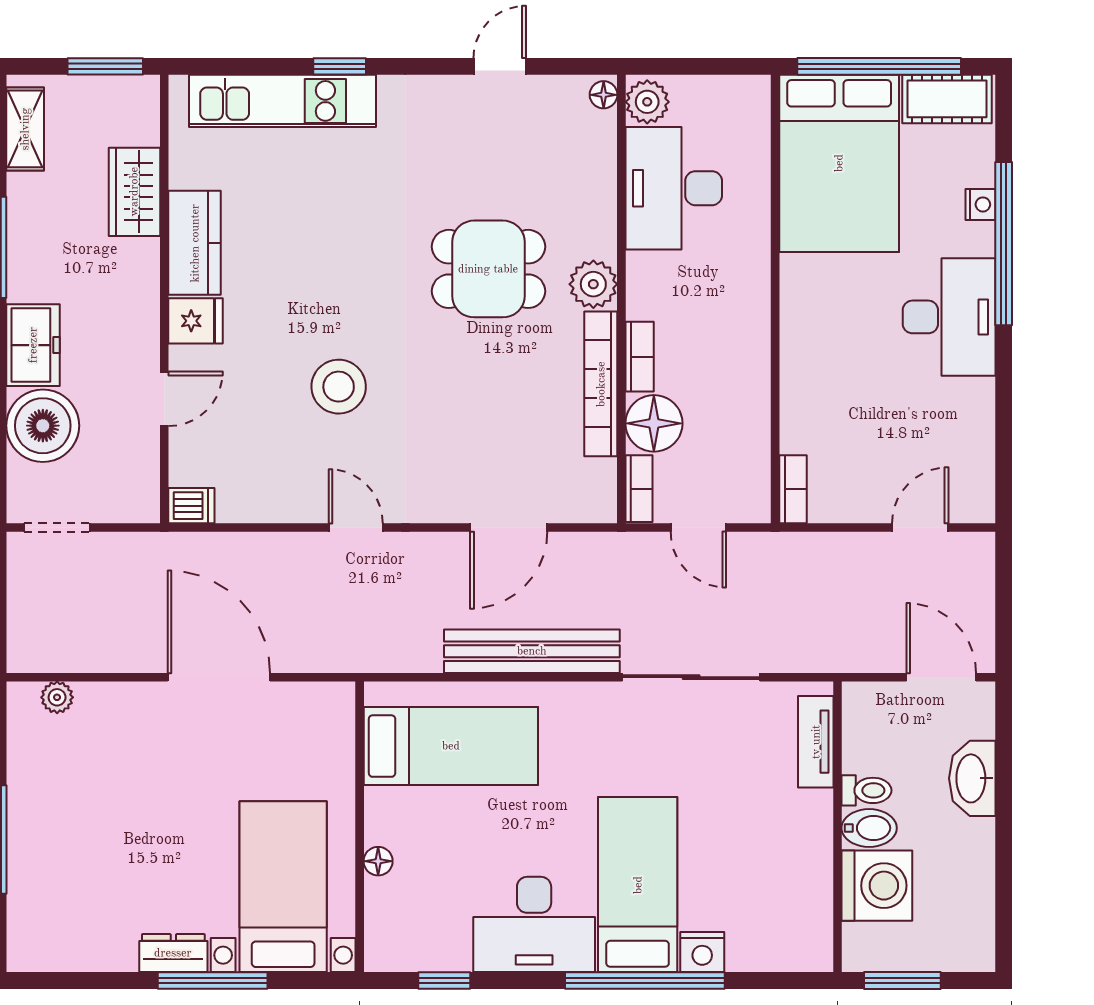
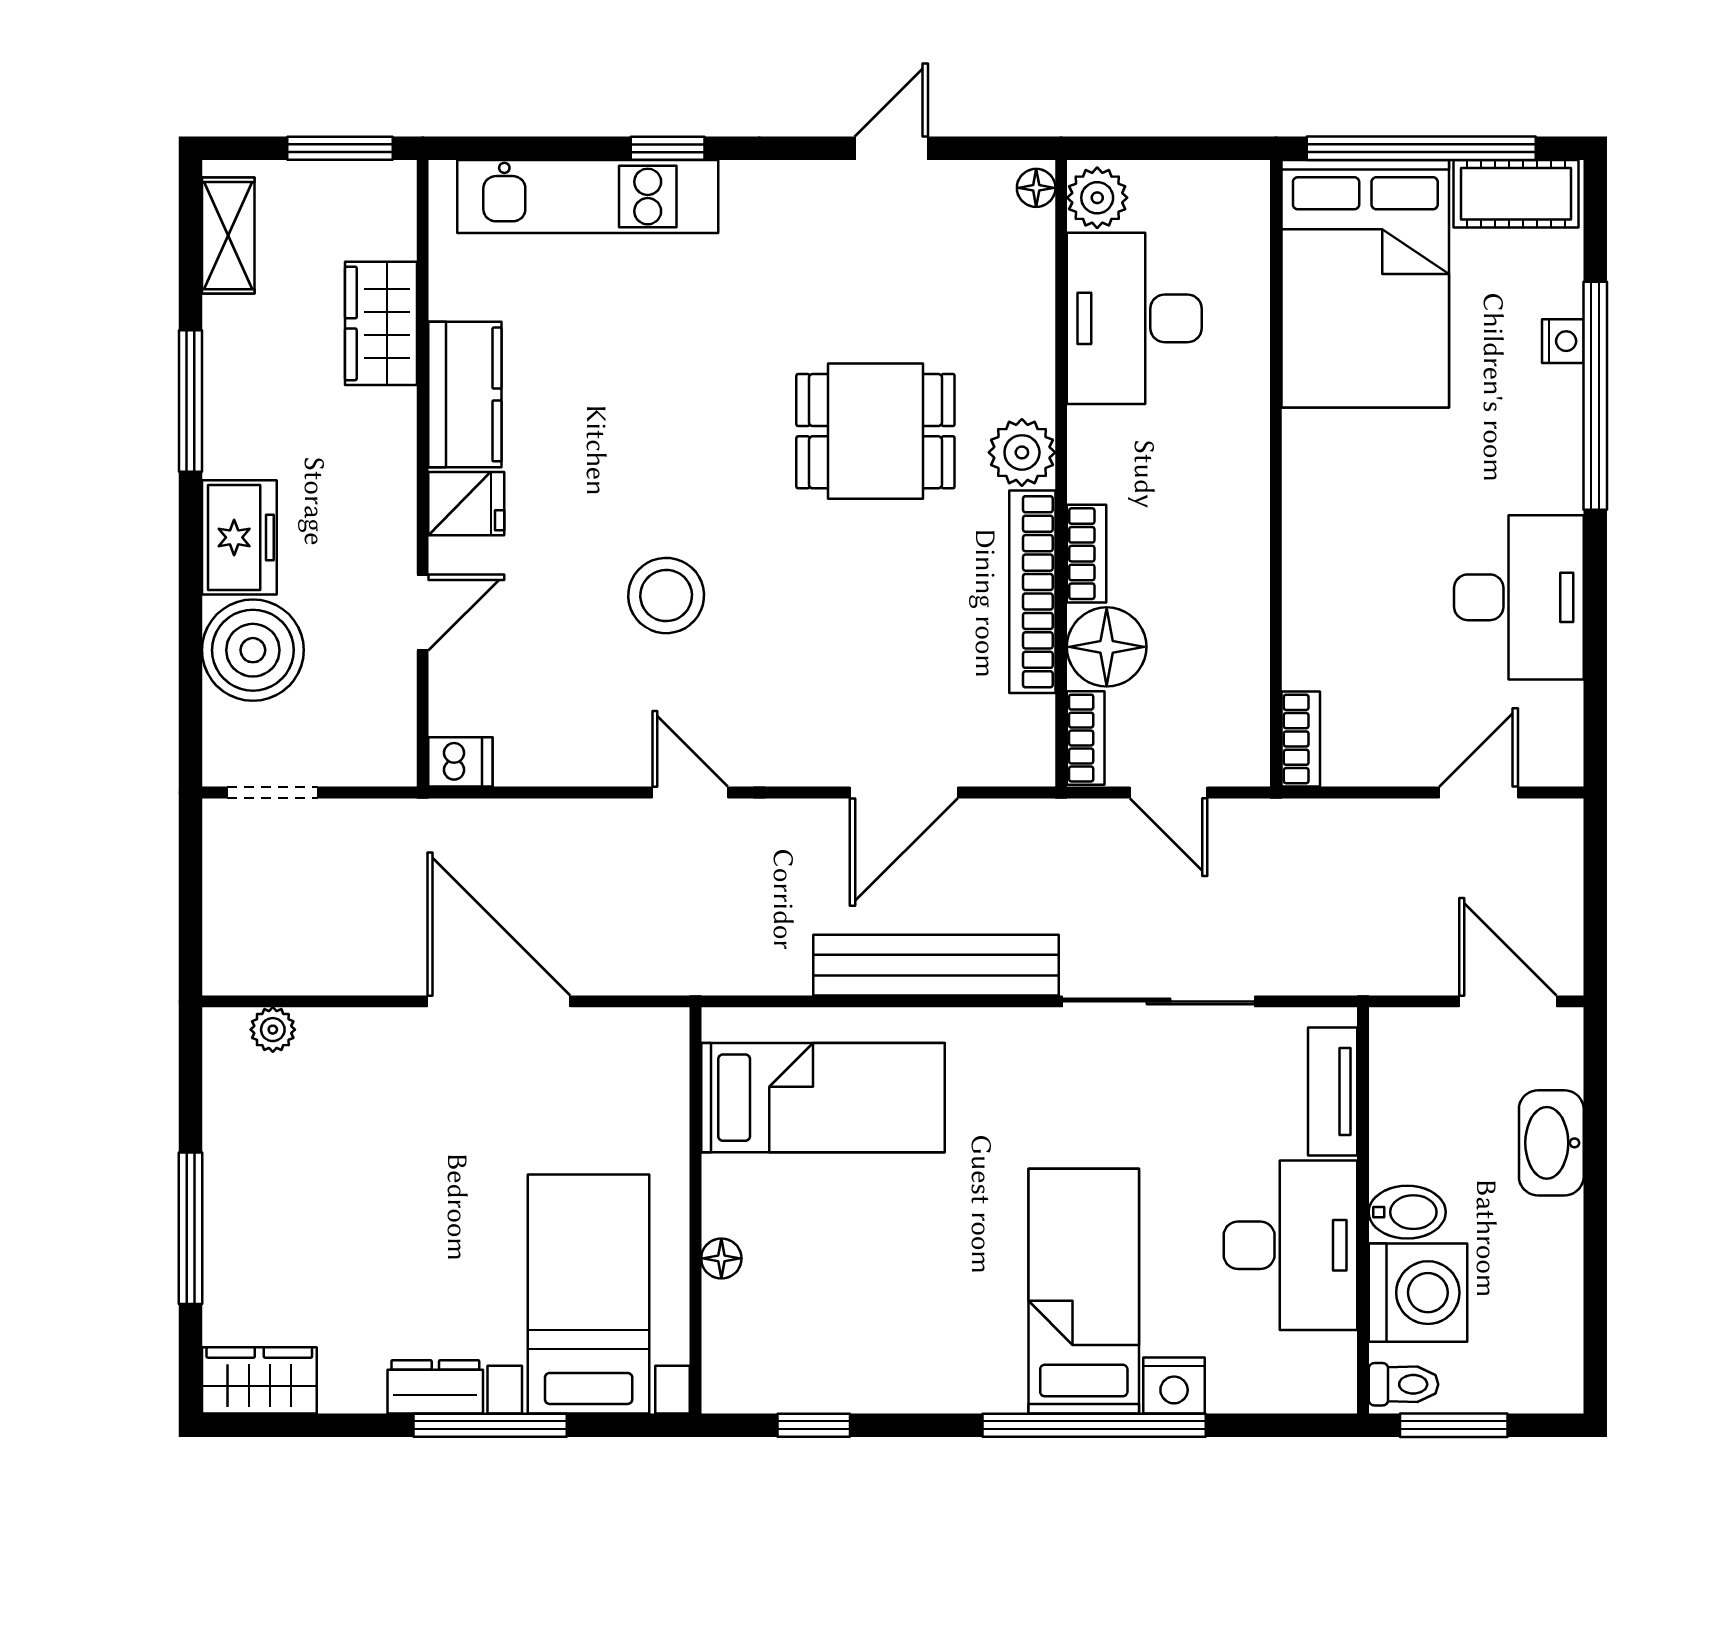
desk: (949, 317) -> (1519, 597), moved
toilet: (866, 790) -> (1403, 1384), moved
desk: (534, 924) -> (1290, 1245), moved, turned -90
wardrobe: (47, 948) -> (259, 1380), added

